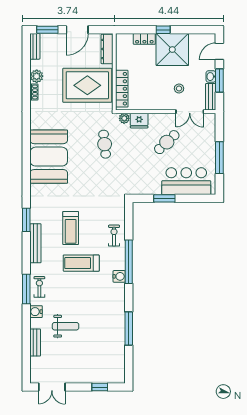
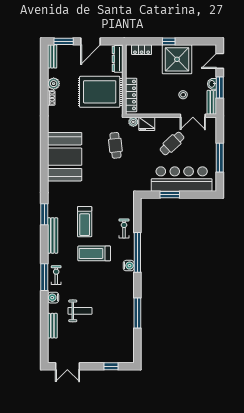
locker: (144, 39) -> (142, 50), moved
bar counter: (186, 181) -> (182, 179), width x1.36

